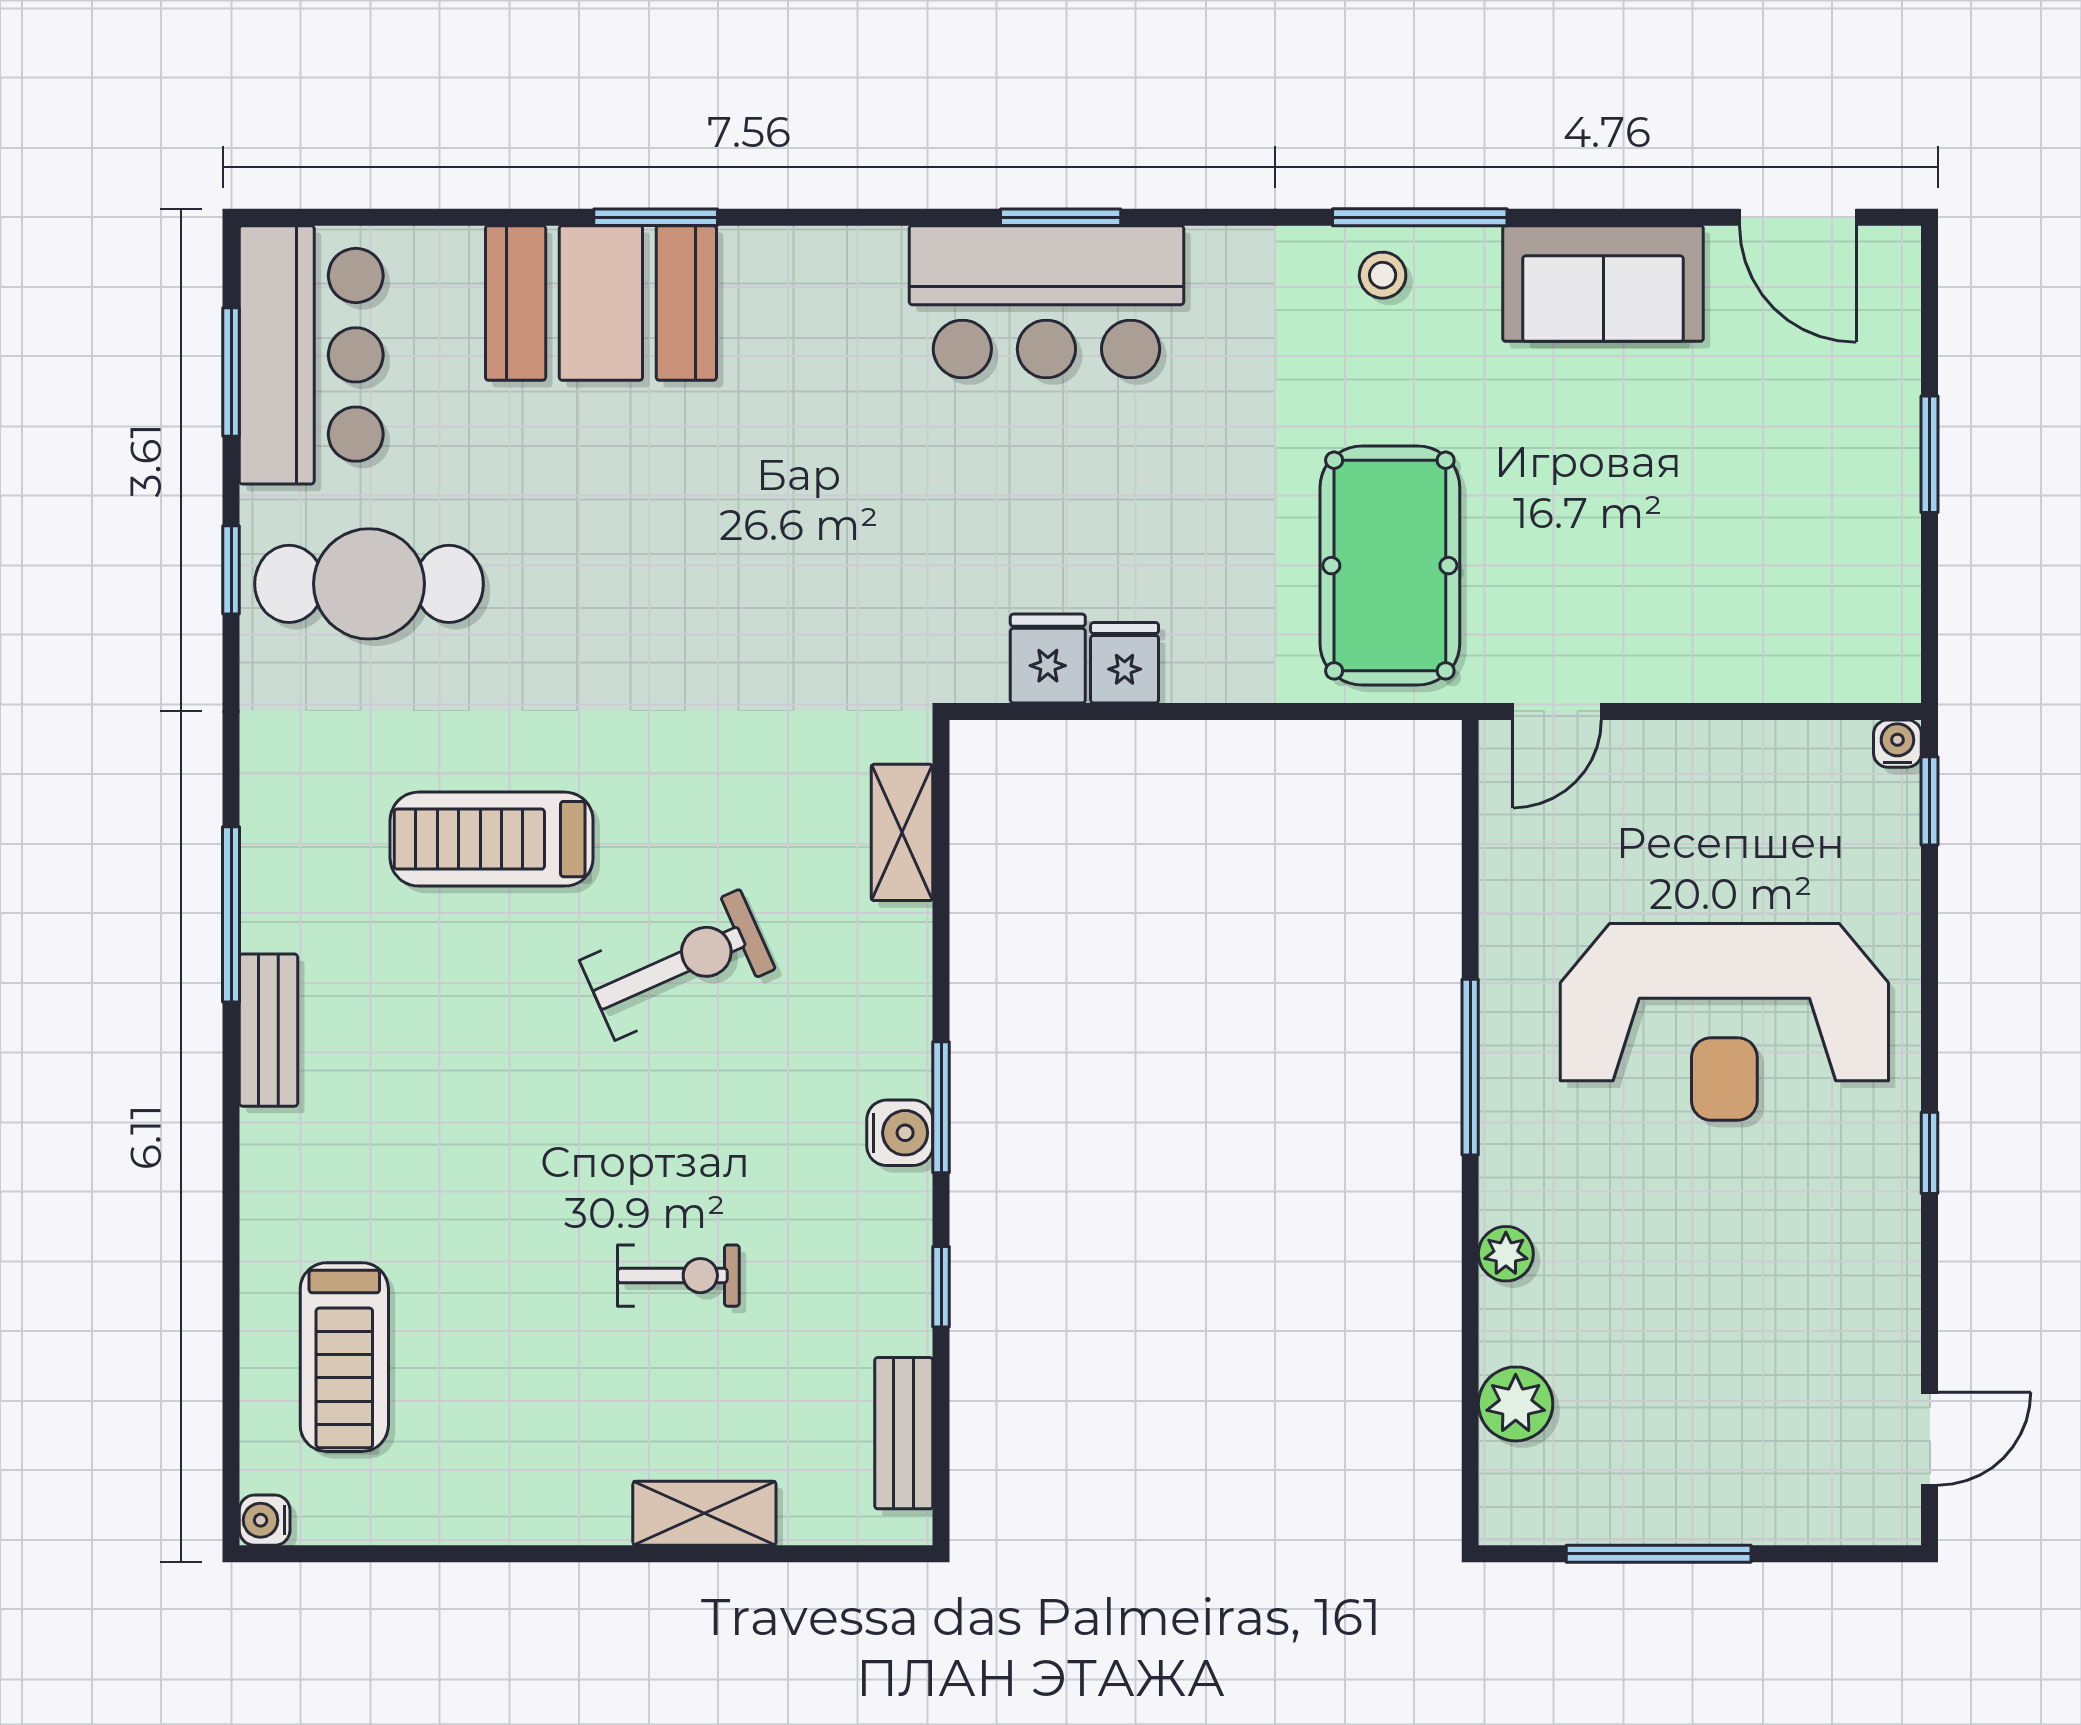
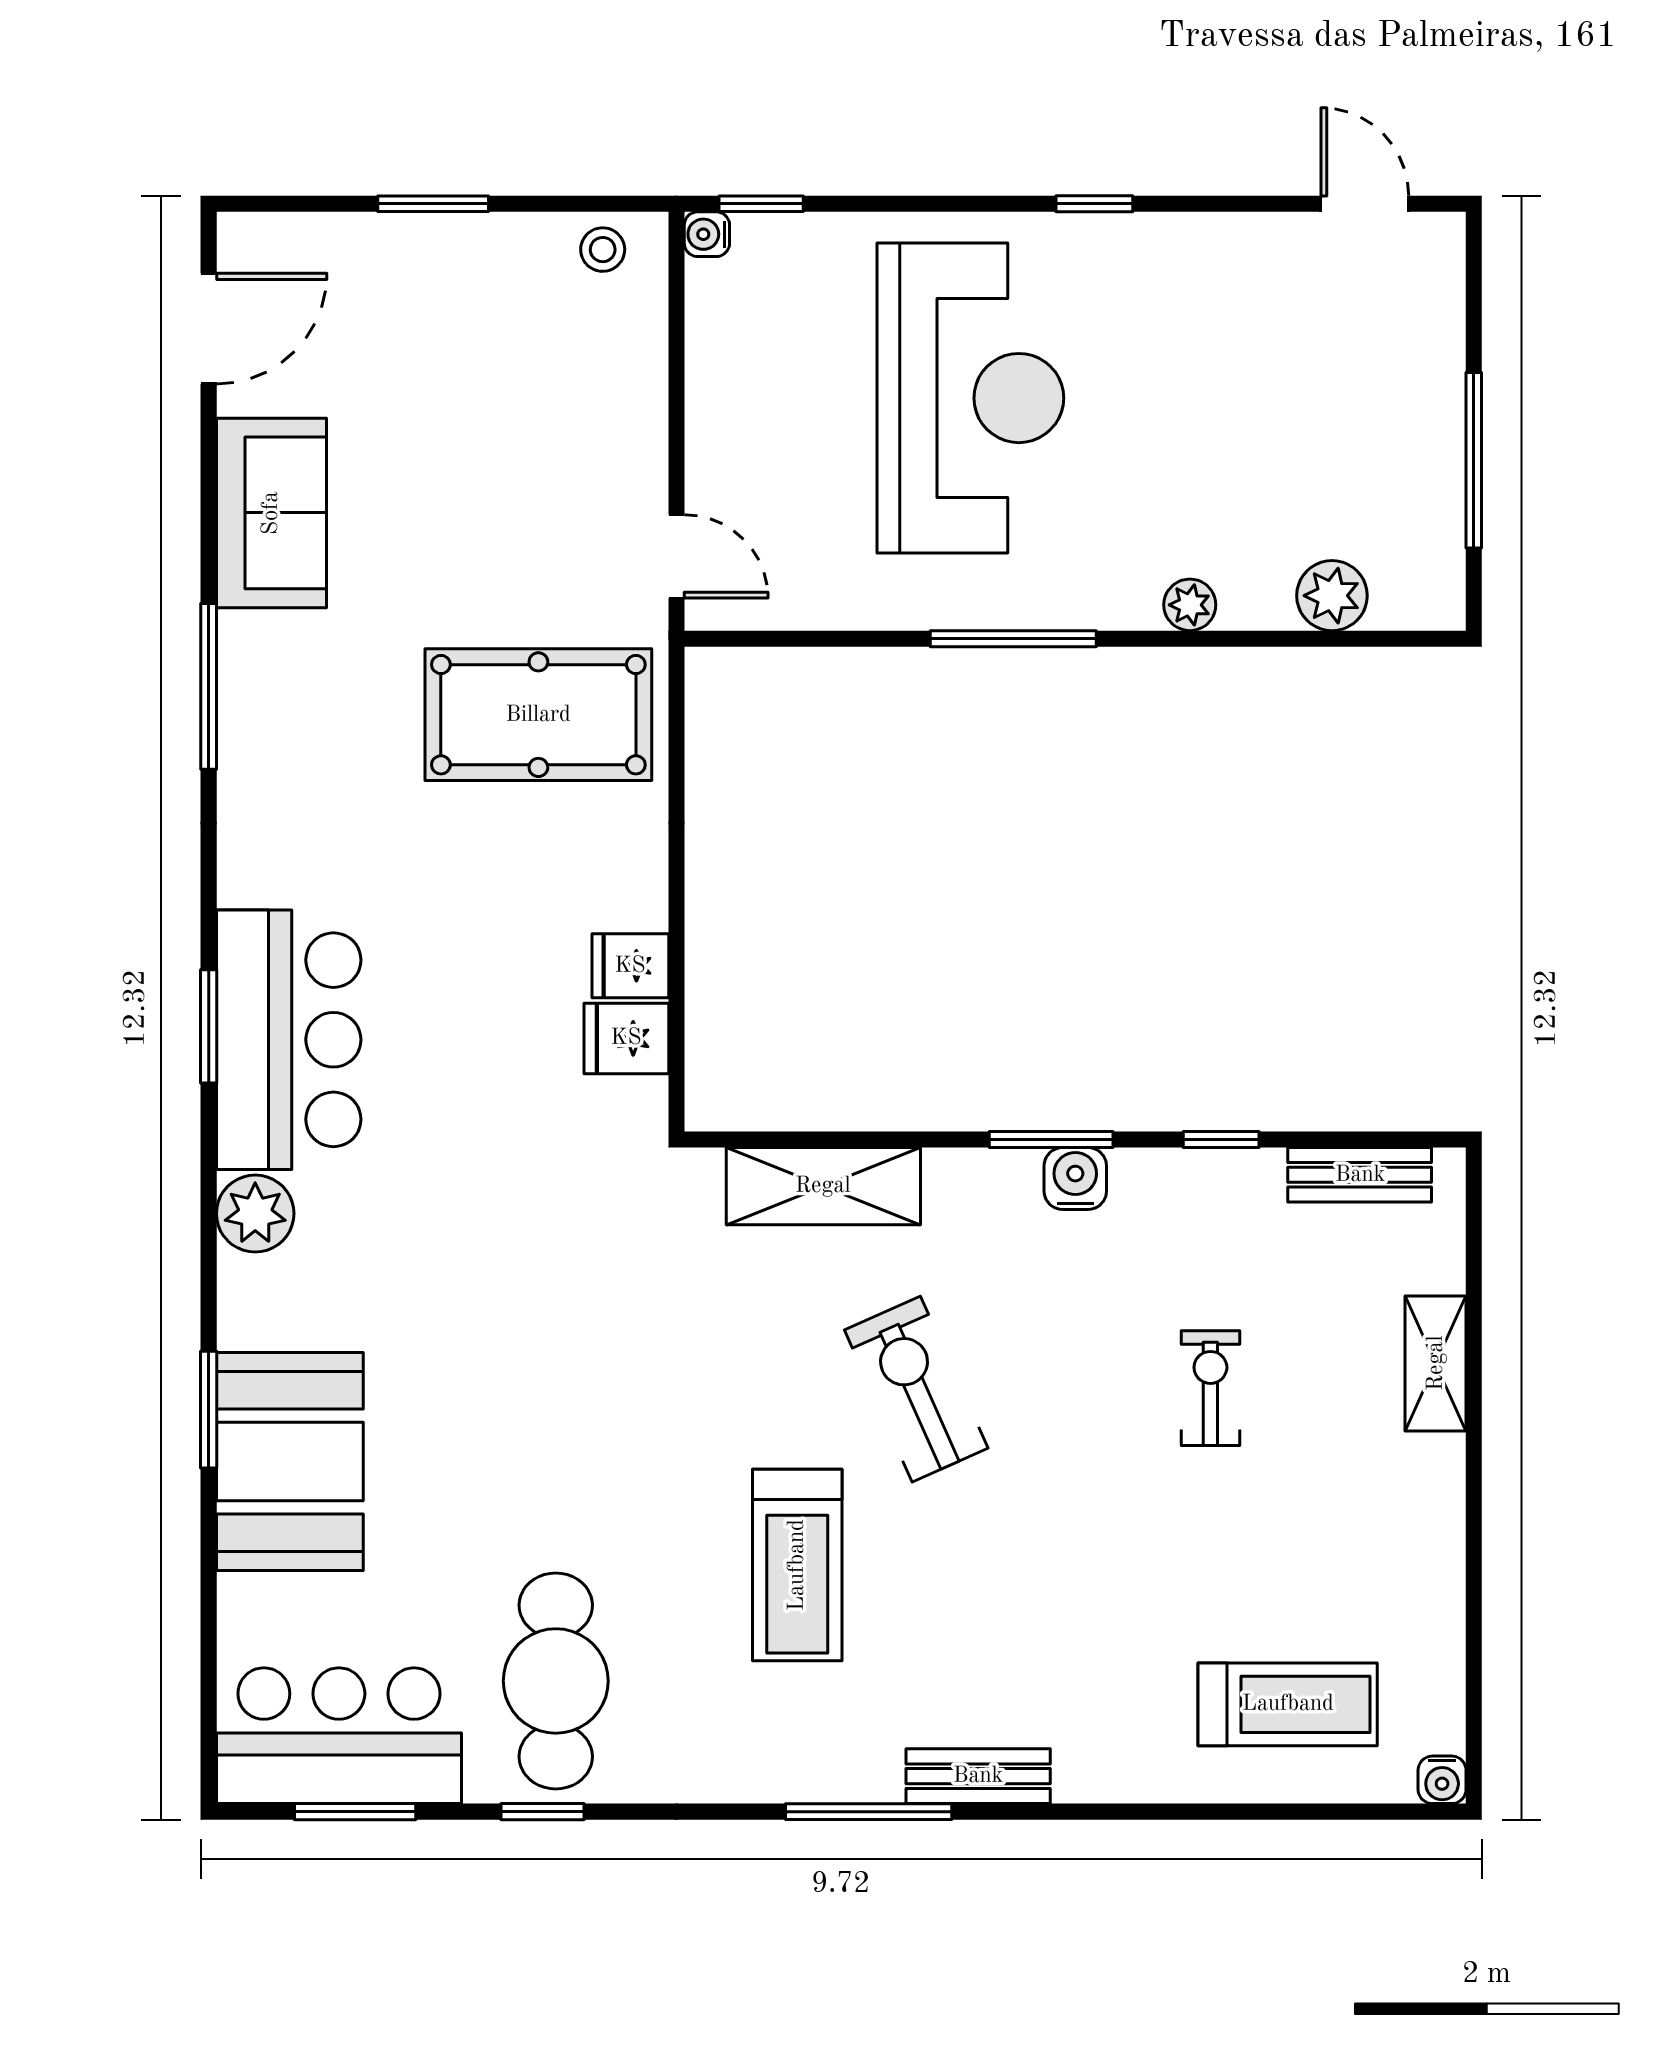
plant: (863, 266) -> (255, 1214), added
stool: (1383, 275) -> (603, 250), moved
shelving: (902, 832) -> (823, 1186), width x1.50, depth x1.33

